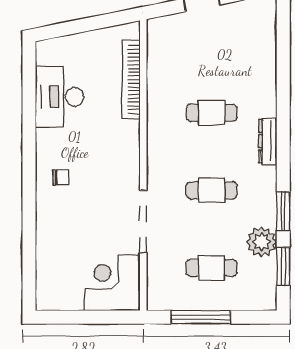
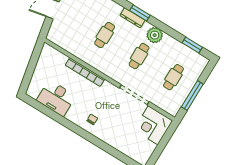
bookcase: (131, 80) -> (85, 72), moved
window: (283, 211) -> (140, 13), moved
plant: (262, 242) -> (155, 35), moved

